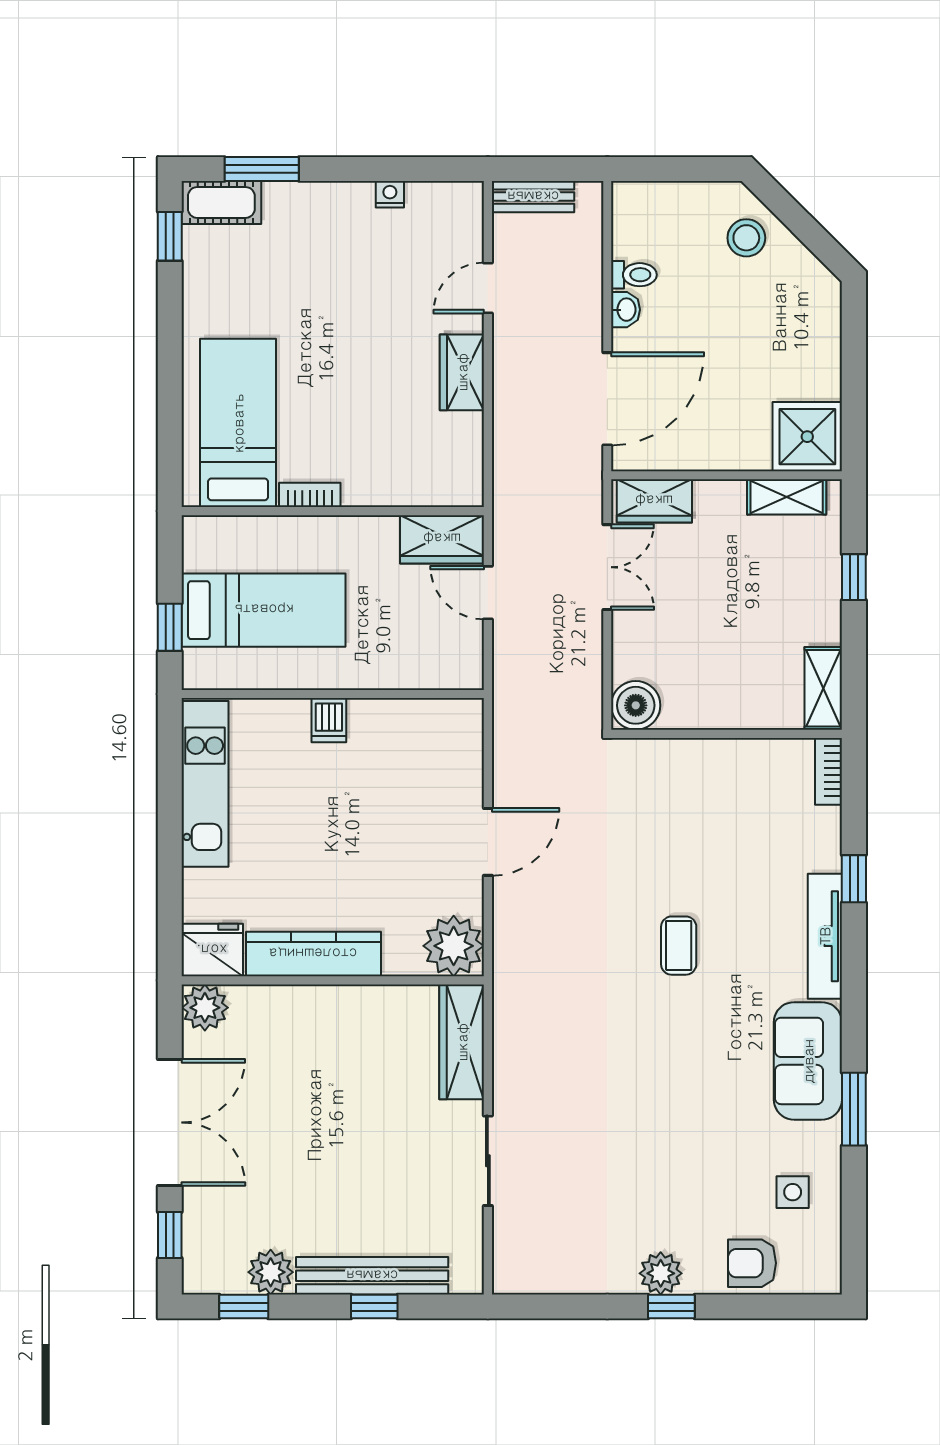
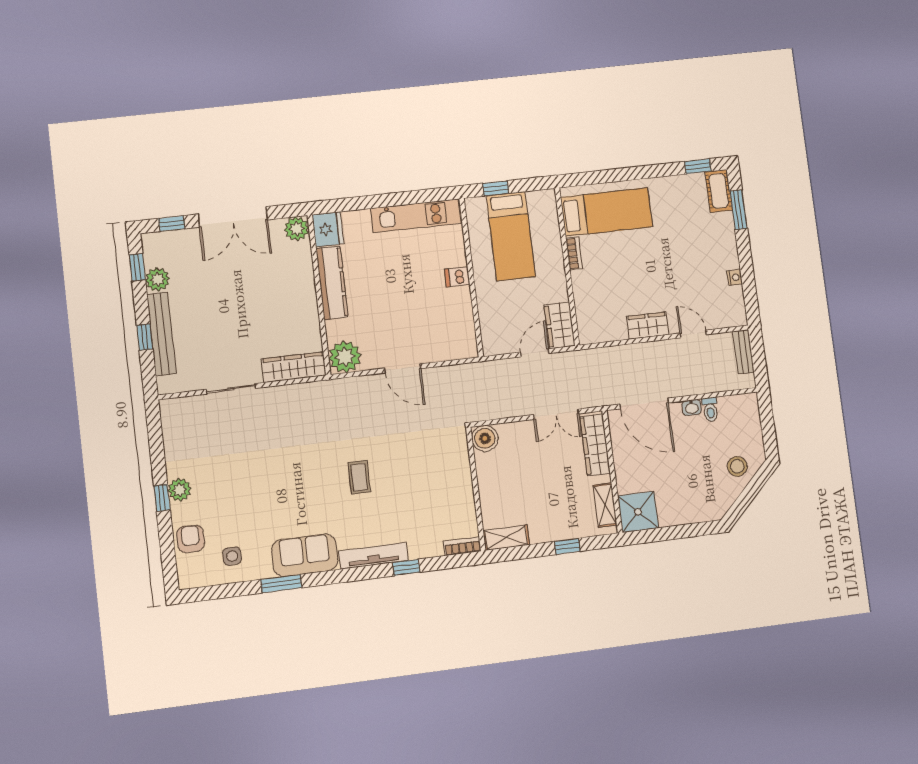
wardrobe: (654, 501) -> (595, 445), width x1.50
coffee table: (679, 946) -> (359, 477), turned 90

